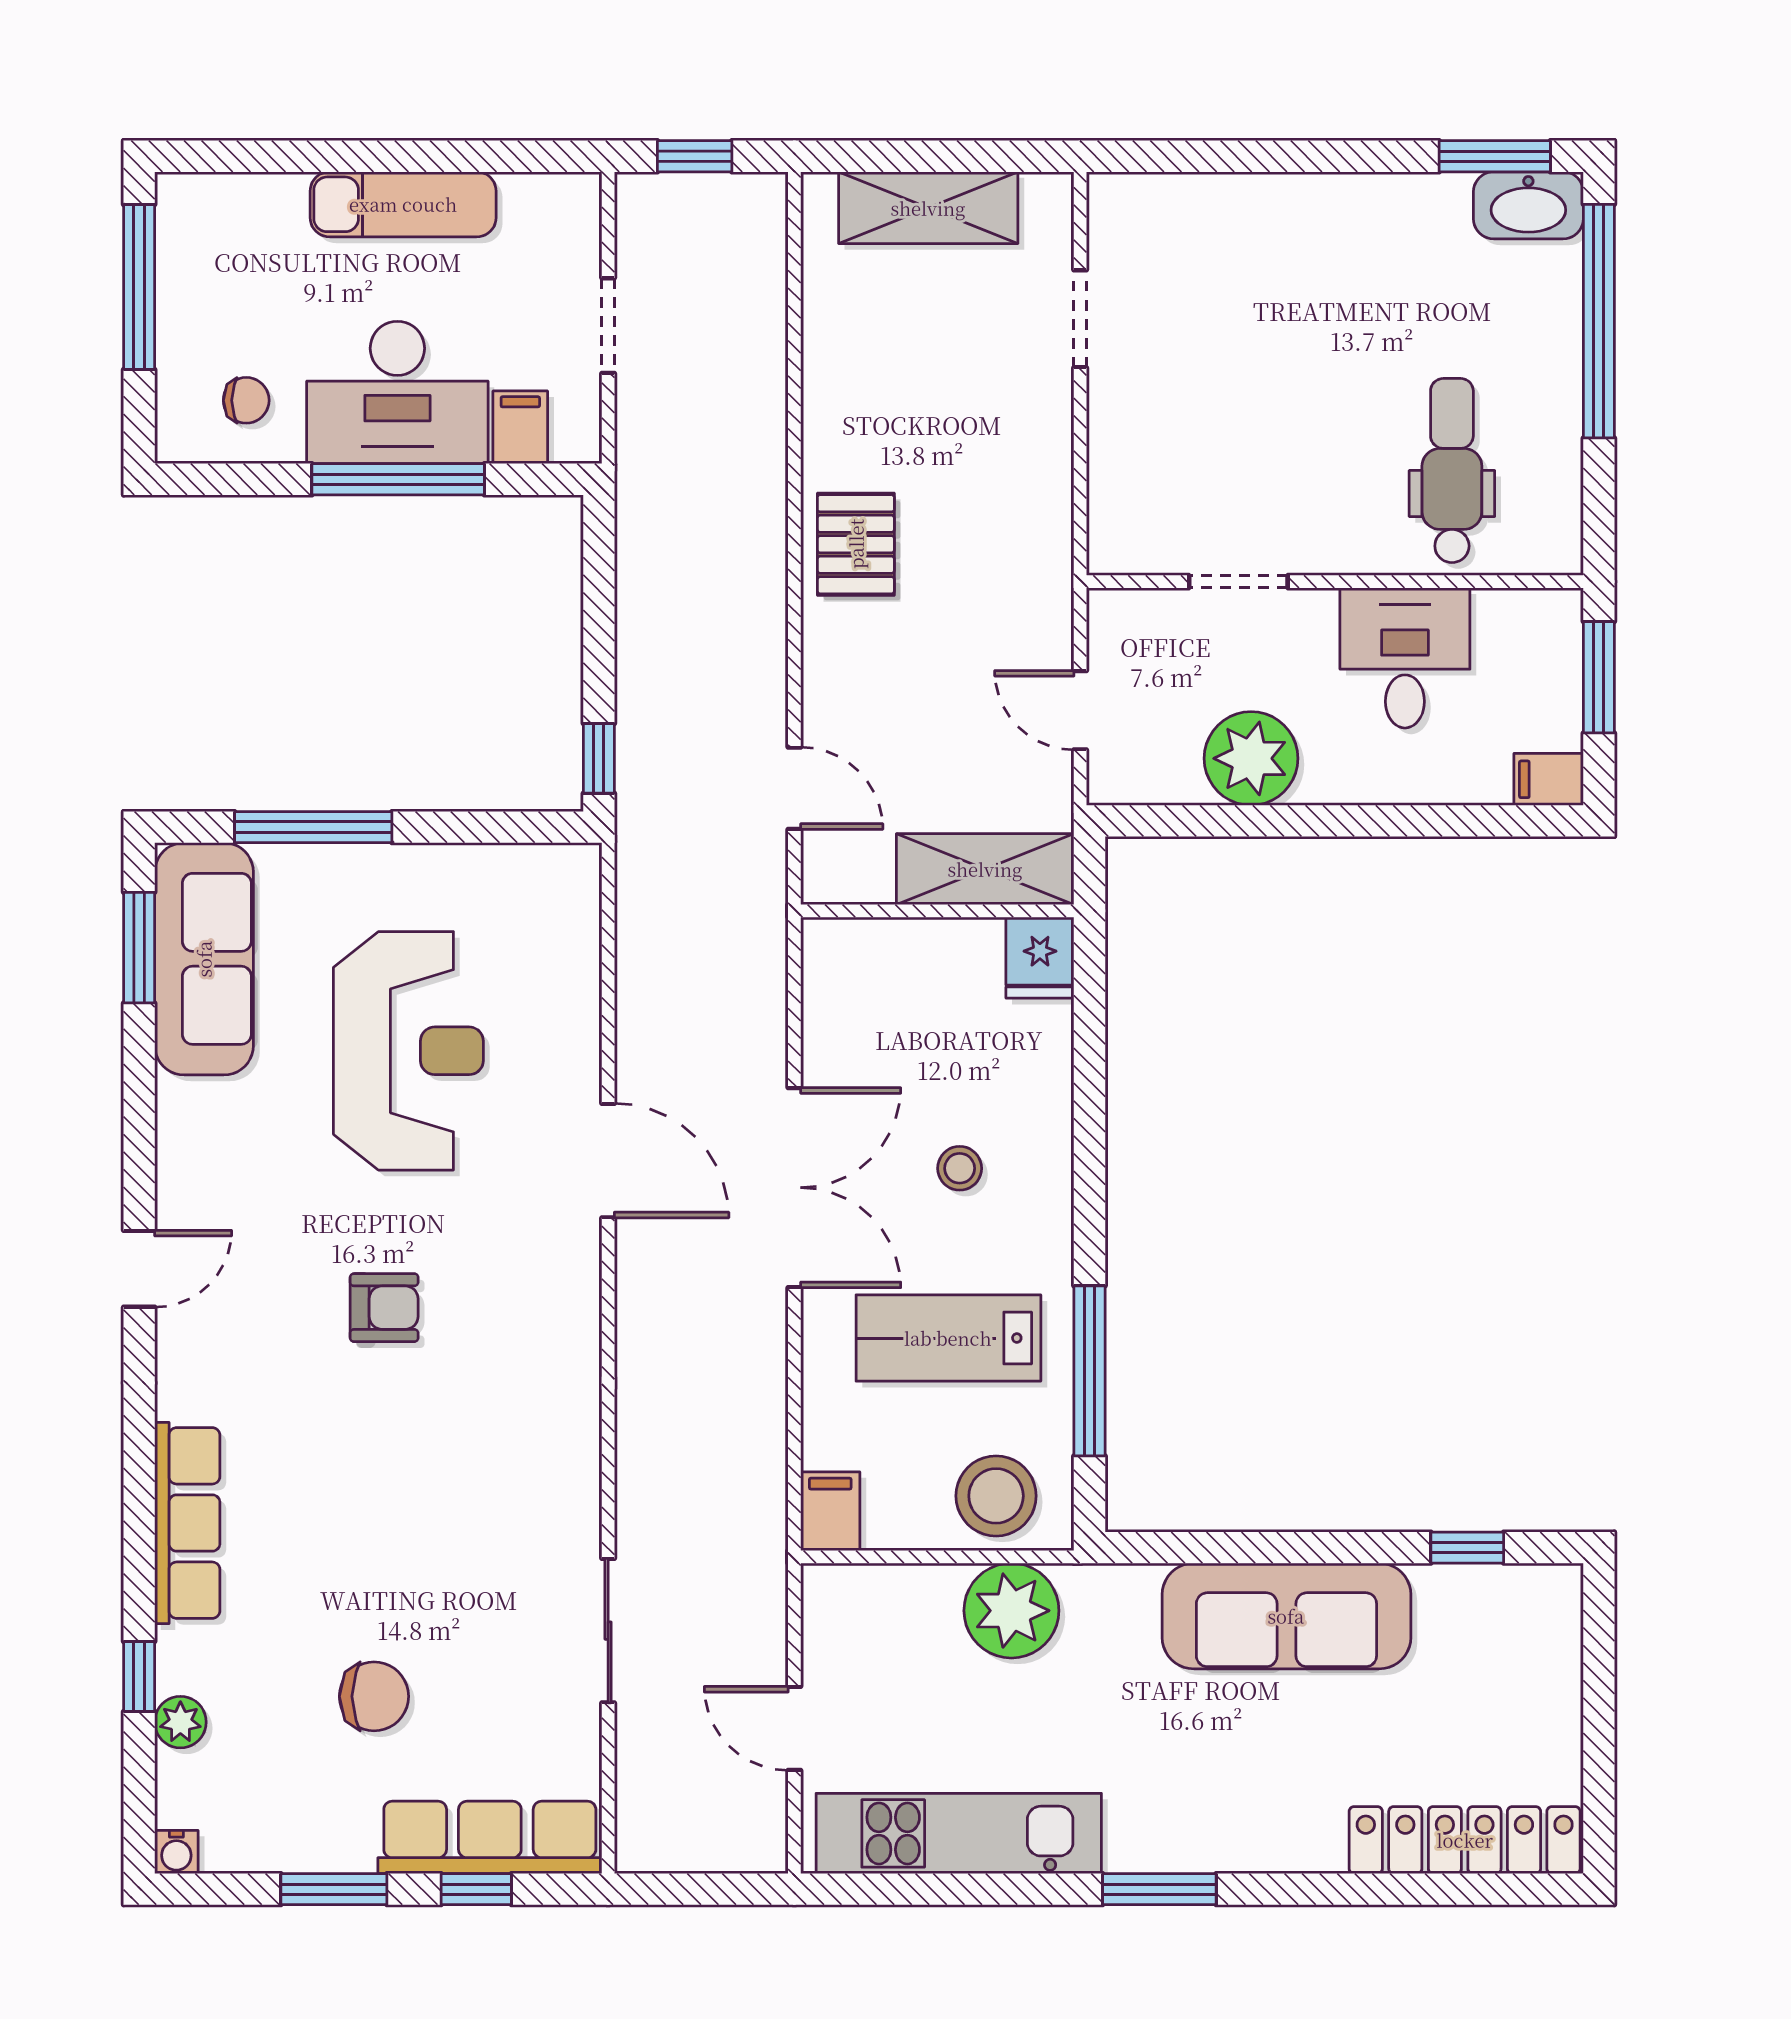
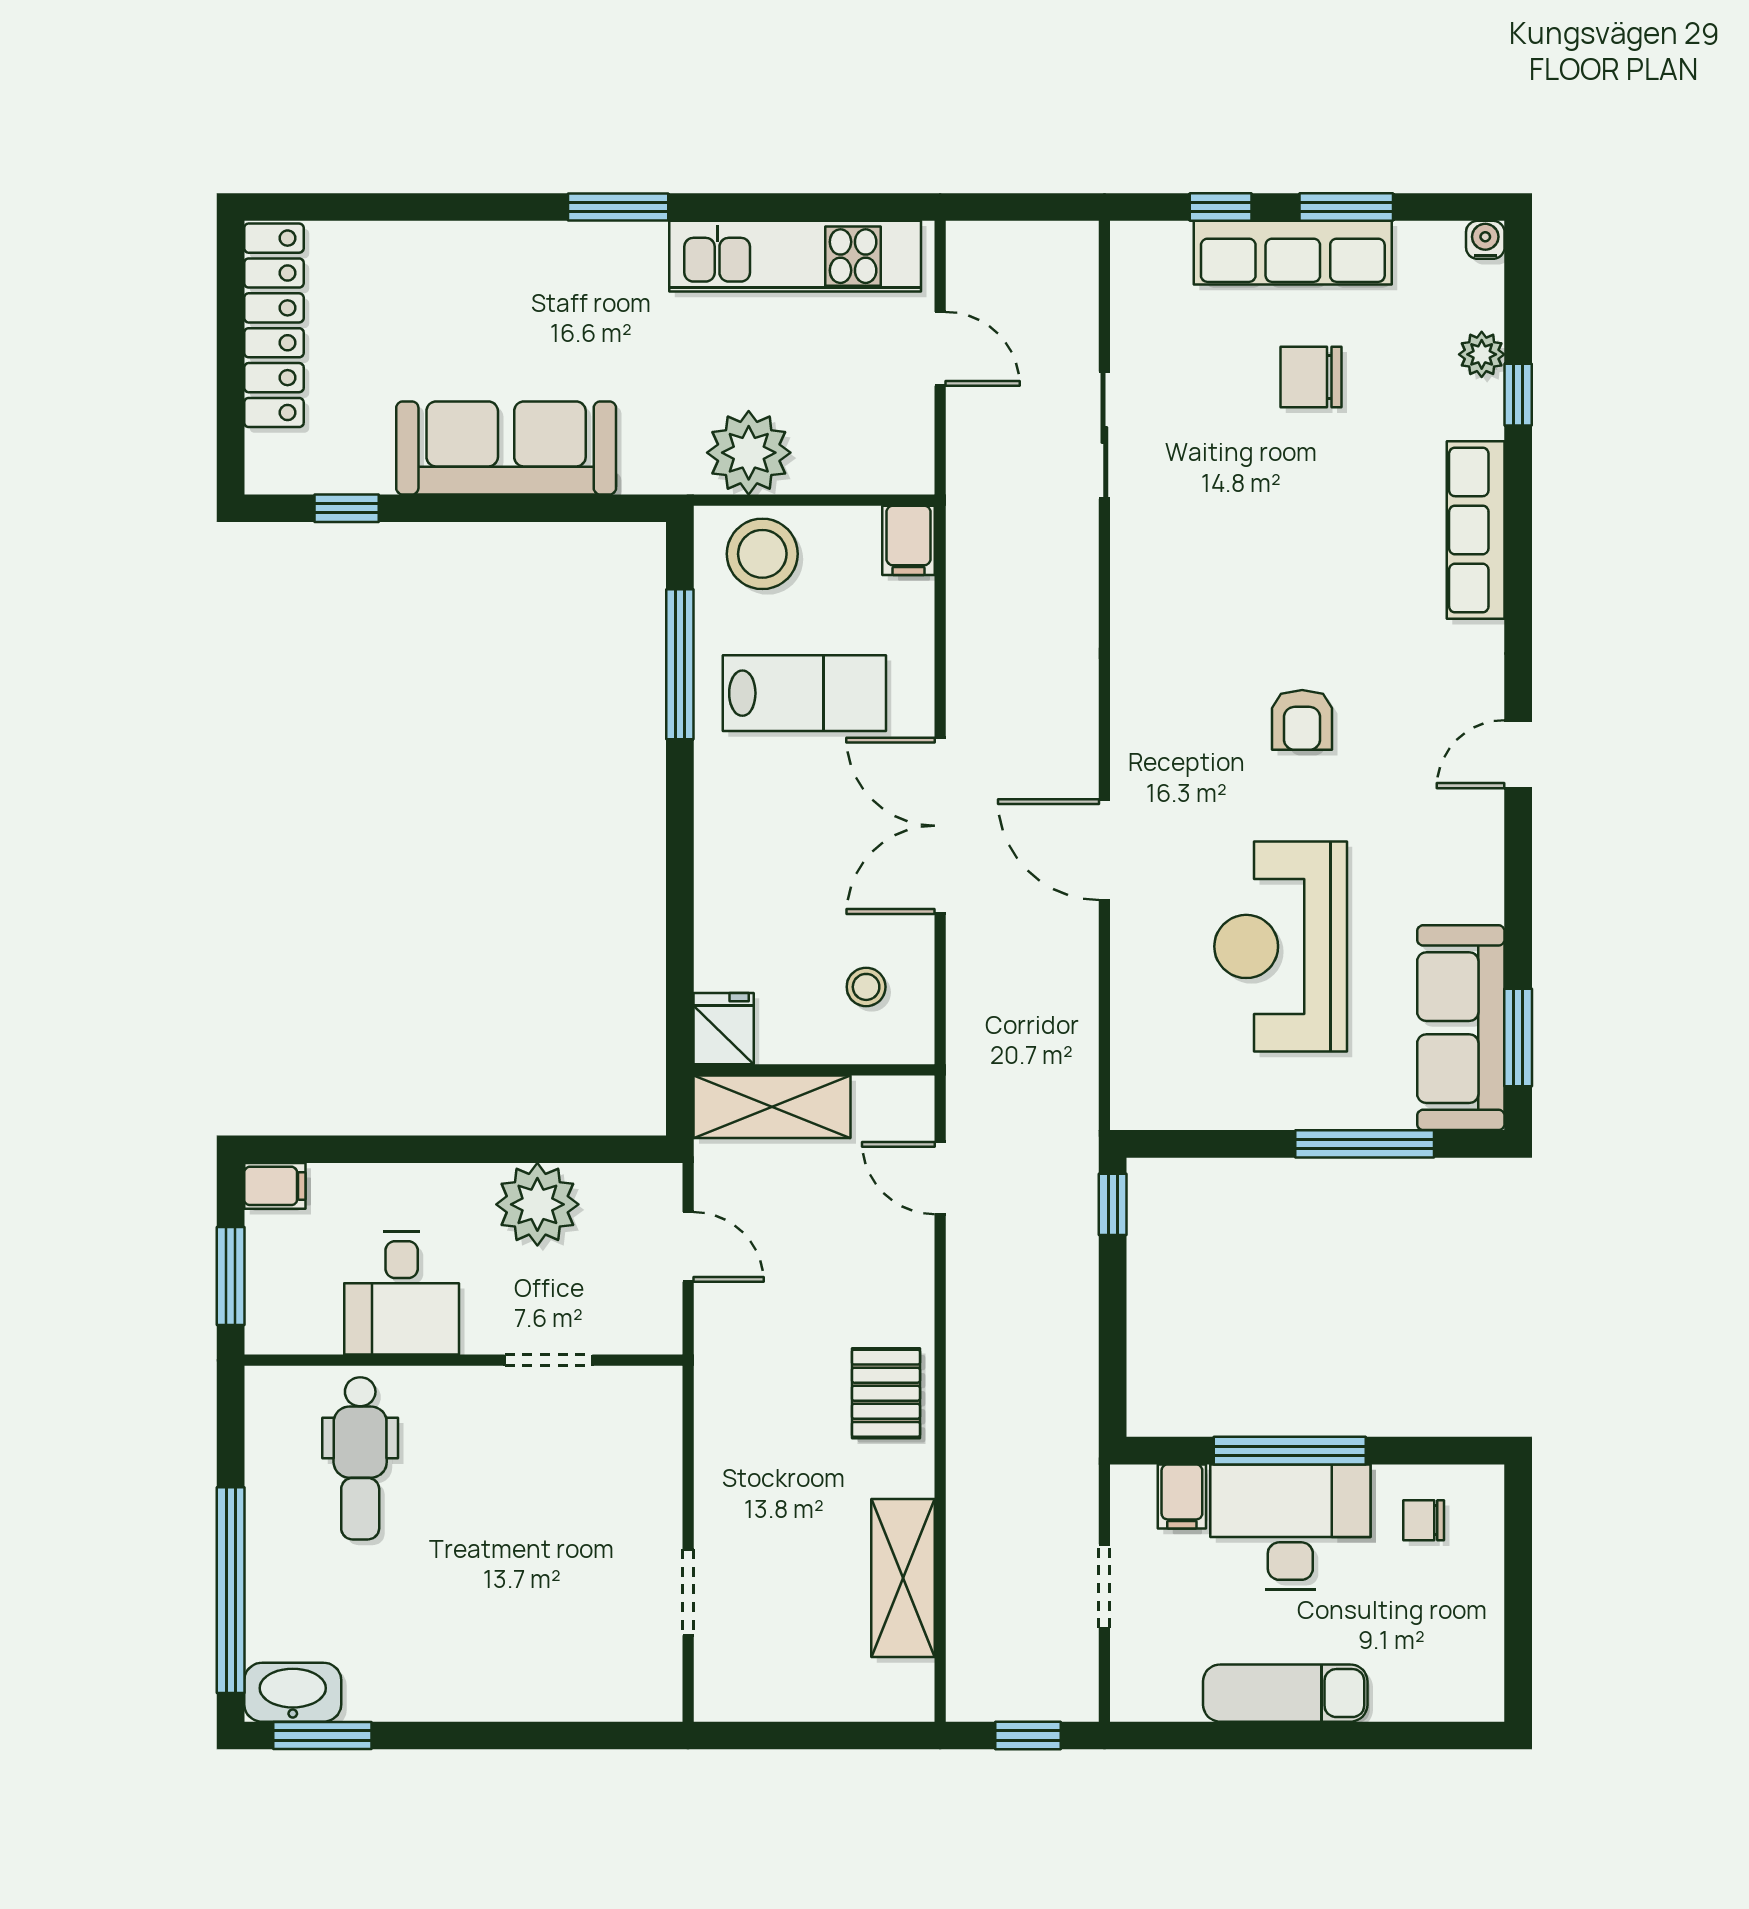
shelving: (928, 208) -> (903, 1578), moved, turned 90
window: (139, 287) -> (1518, 1620), removed
stool: (960, 1168) -> (866, 987), moved
armchair: (384, 1308) -> (1302, 720), turned -90
row of seats: (490, 1837) -> (1293, 253), moved
locker: (1465, 1840) -> (274, 325), moved, turned -90

